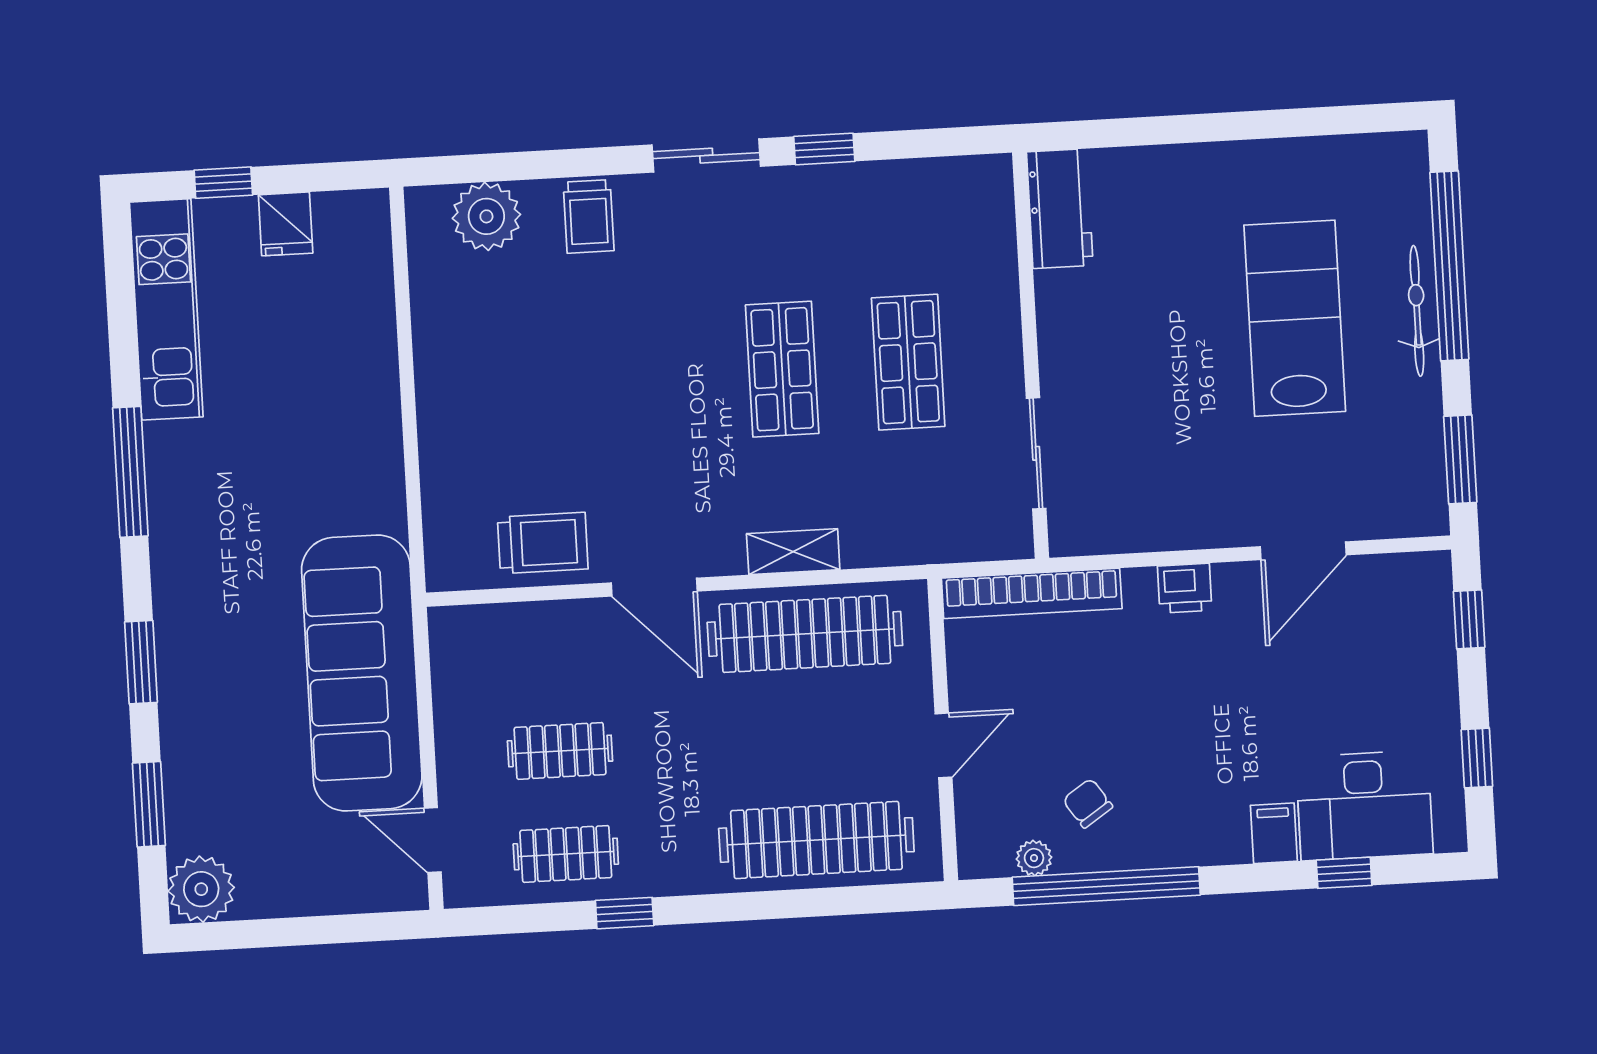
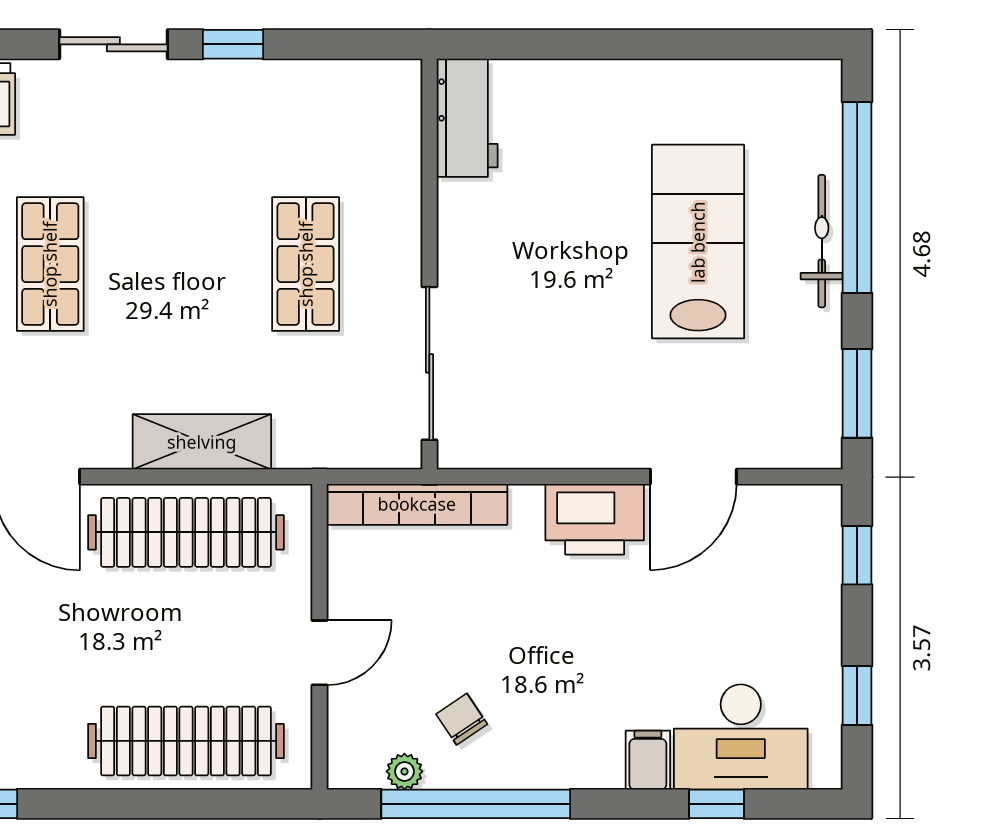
shop shelf: (782, 369) -> (50, 264), moved
sliding door: (1036, 453) -> (429, 363), width x1.37
shelving: (793, 552) -> (202, 442), width x1.50, depth x1.33
printer: (1185, 588) -> (595, 519), width x1.87, depth x1.48

